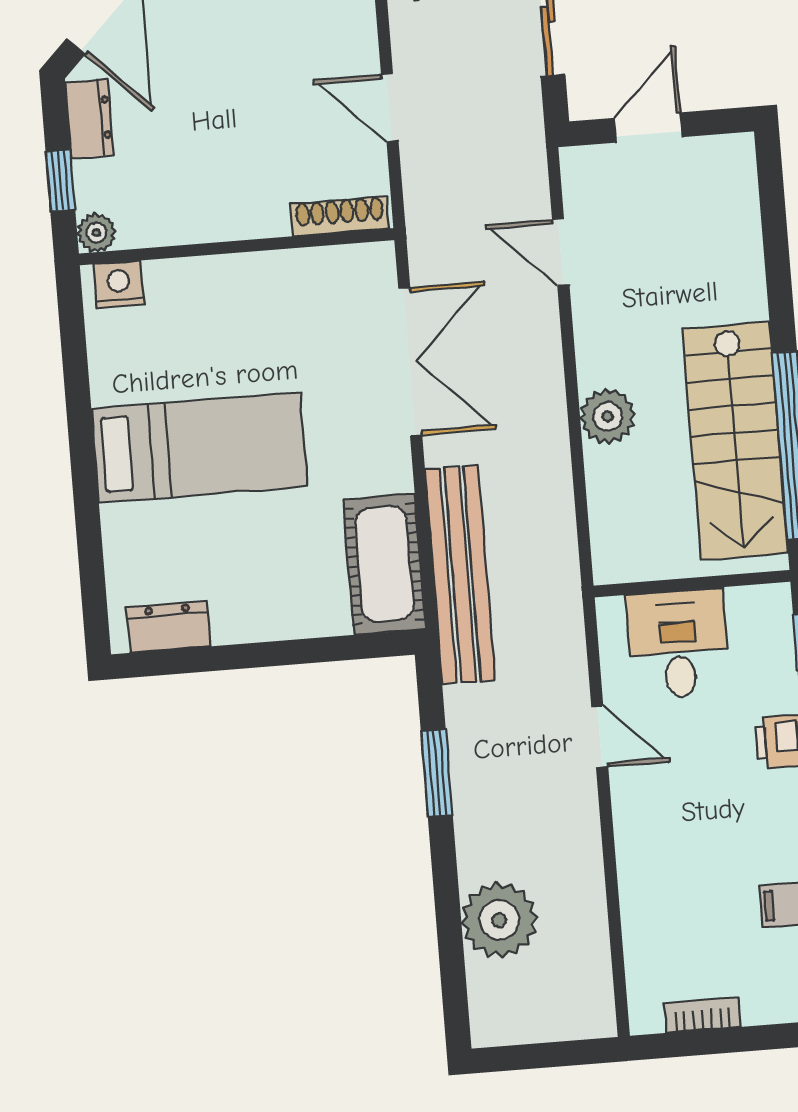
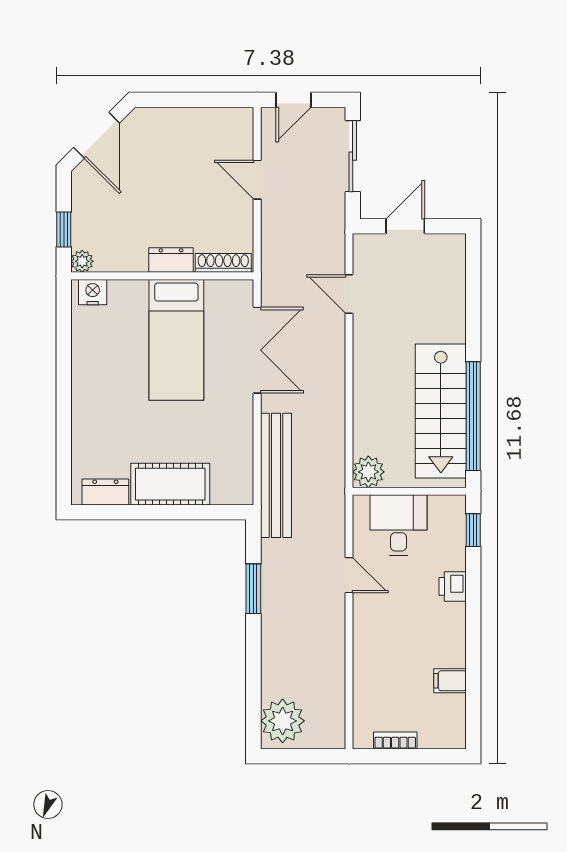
door: (390, 108) -> (257, 180), moved
dresser: (89, 119) -> (171, 260), moved, turned -90
plant: (608, 416) -> (368, 472), moved
bed: (199, 448) -> (176, 340), moved, turned 90
cot: (384, 564) -> (170, 484), moved, turned 90
plant: (499, 920) -> (283, 721), moved

